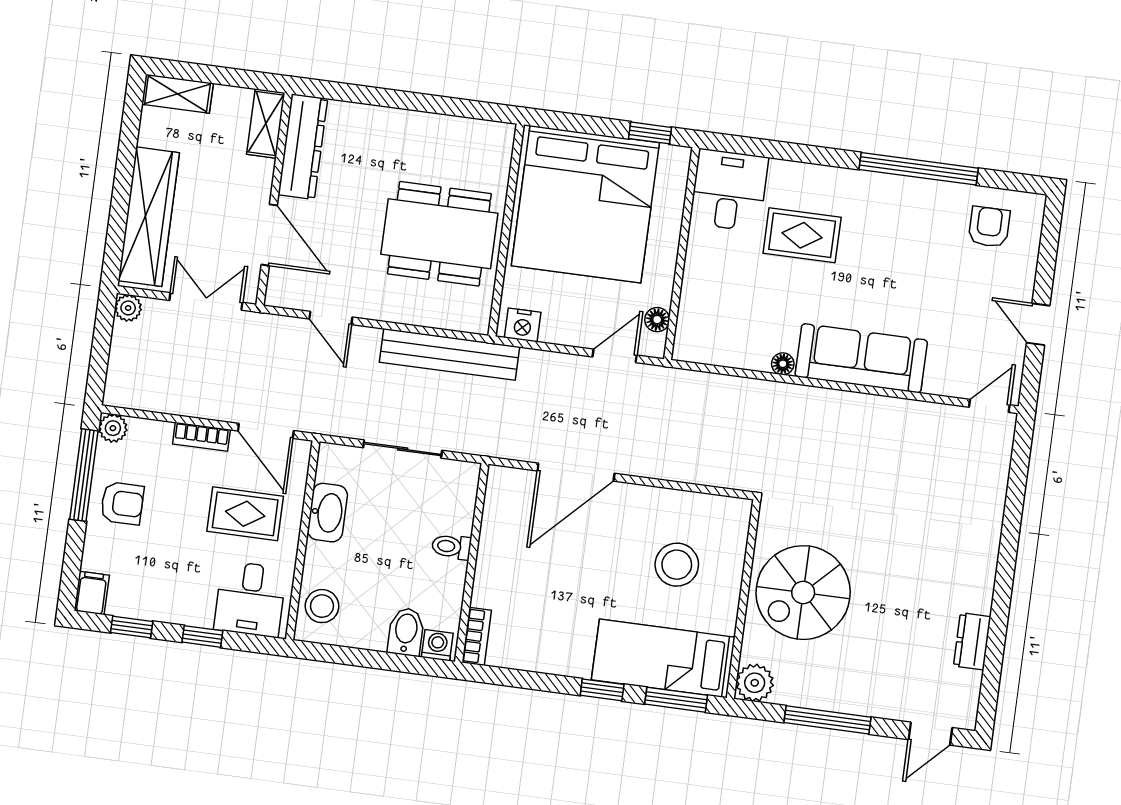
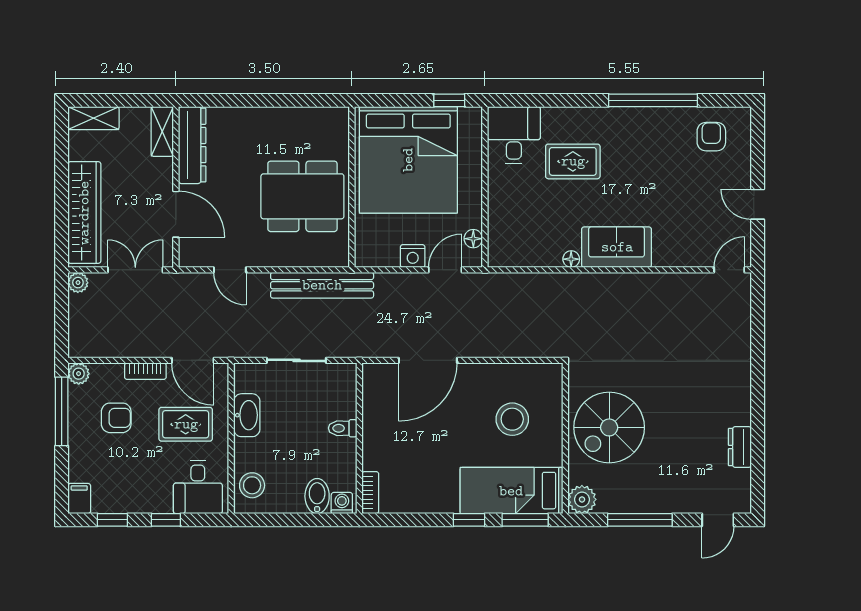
nightstand: (523, 325) -> (413, 256), moved
sofa: (861, 358) -> (617, 247), width x0.73
armchair: (122, 503) -> (116, 418), moved

